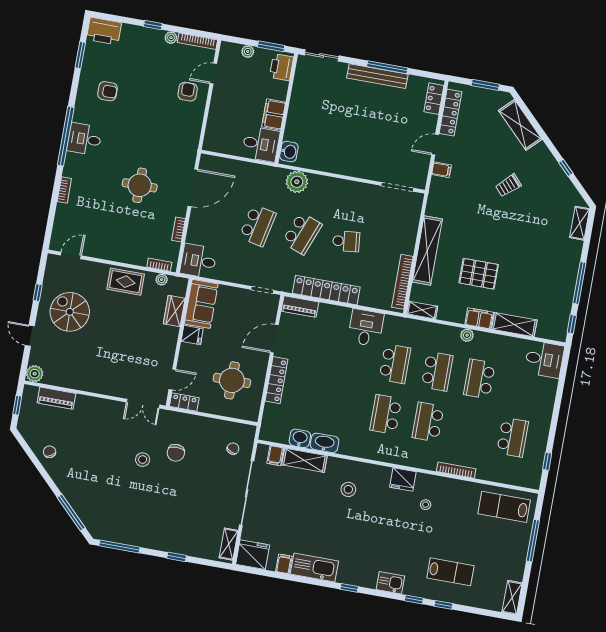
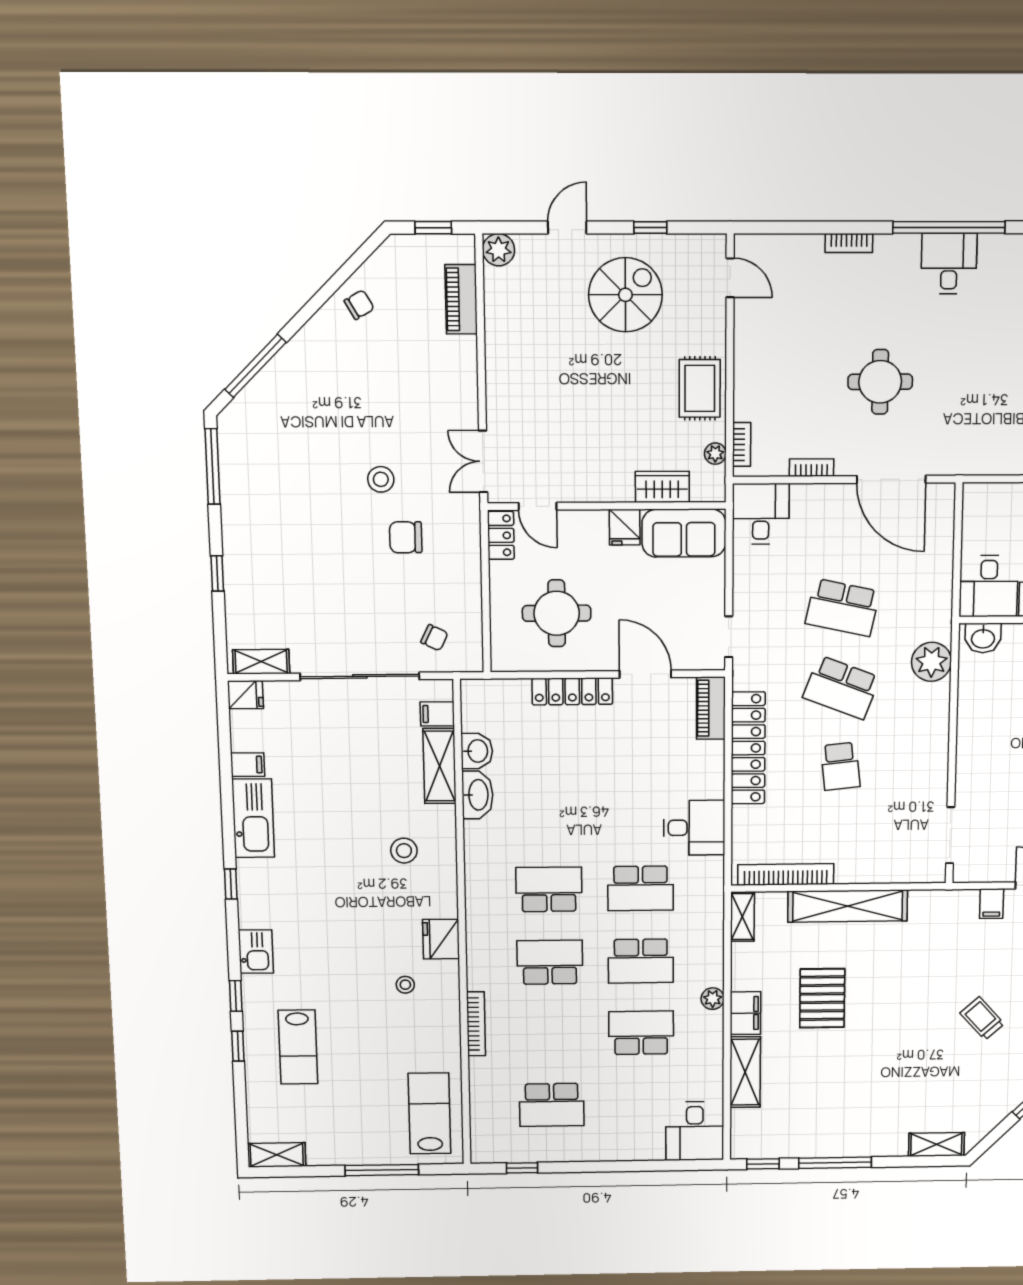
fridge: (253, 555) -> (245, 695), width x0.53, depth x0.75

